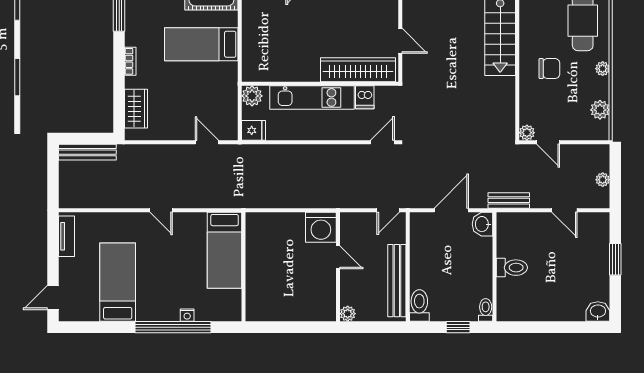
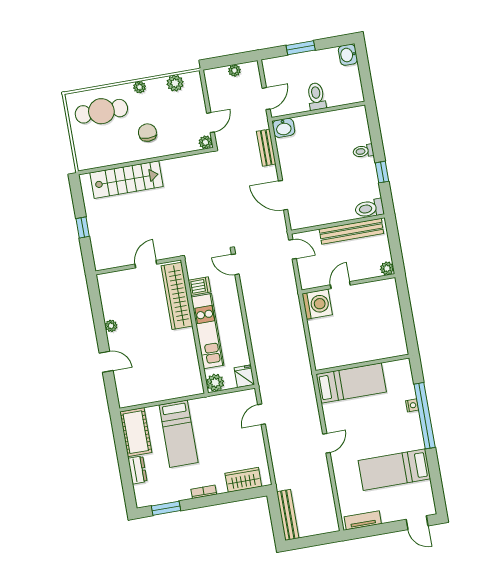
washbasin: (482, 224) -> (284, 128), moved
wall: (495, 267) -> (318, 111), moved
toilet: (512, 268) -> (316, 96), moved

